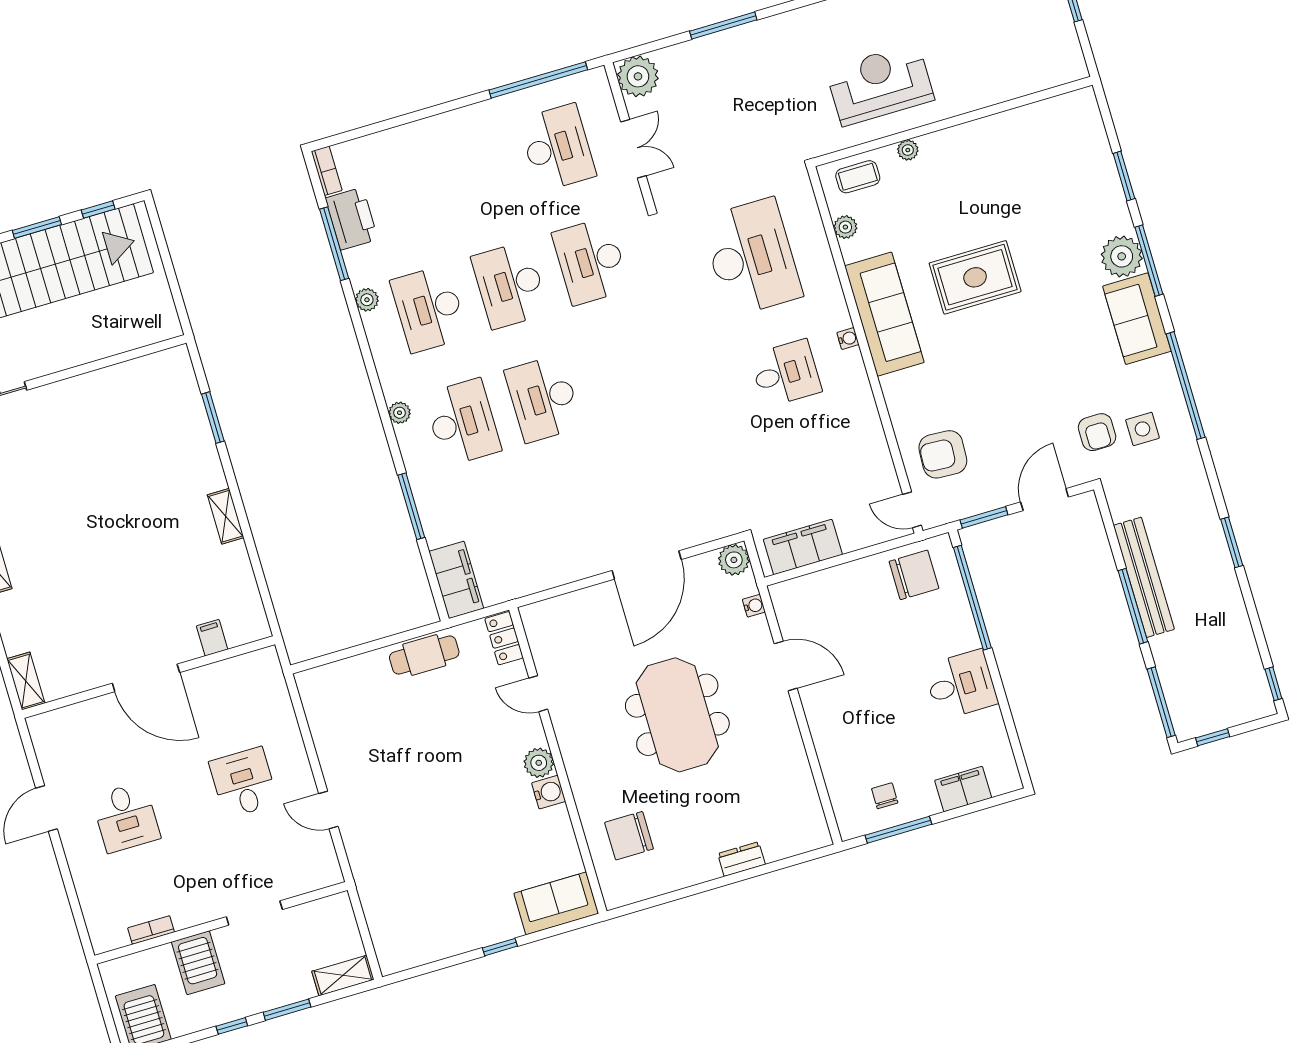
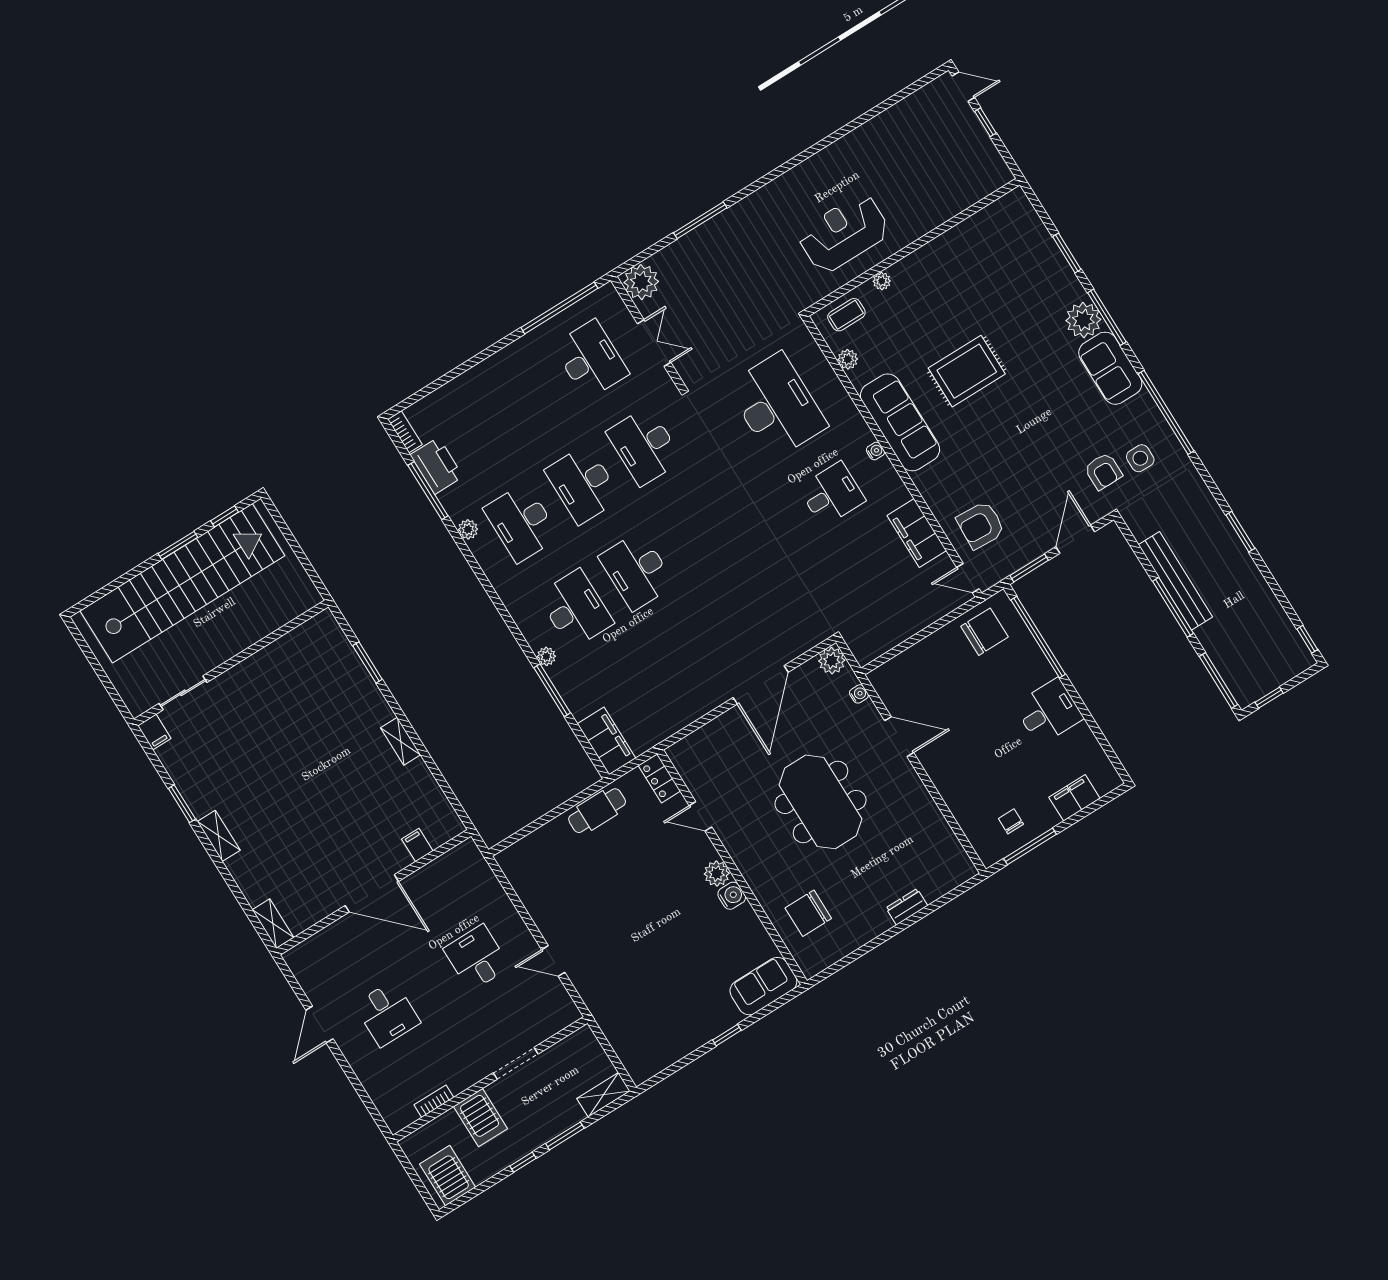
plant: (400, 413) -> (546, 656), moved
filing cabinet: (803, 547) -> (917, 533), moved, turned -90

